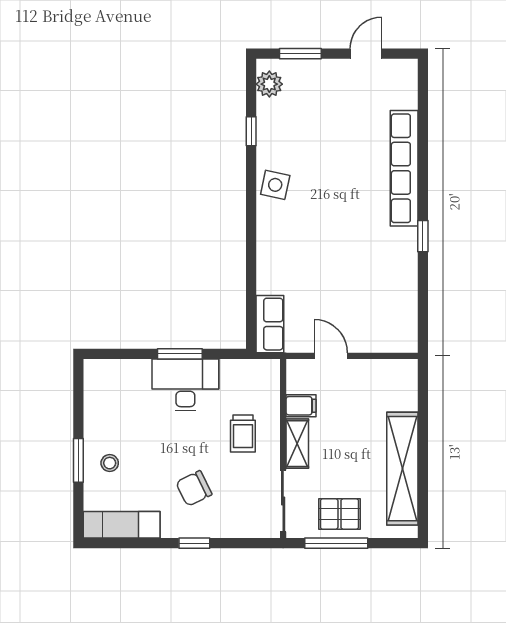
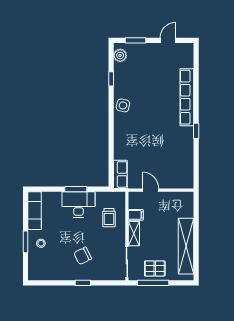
trolley: (243, 434) -> (109, 218), moved
exam couch: (122, 525) -> (35, 211), moved, turned 90

